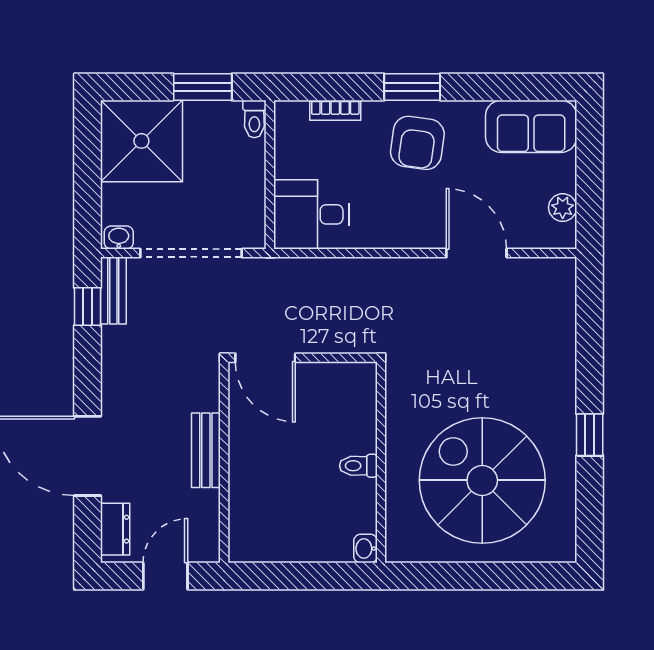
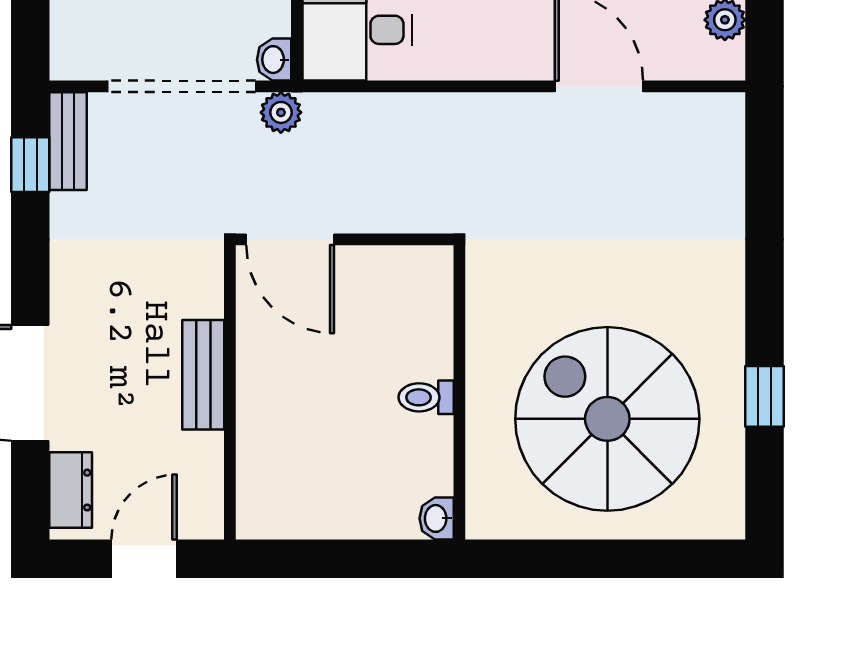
washbasin: (119, 237) -> (274, 60), moved, turned -90
plant: (259, 271) -> (281, 112), added
window: (590, 435) -> (764, 396), moved

